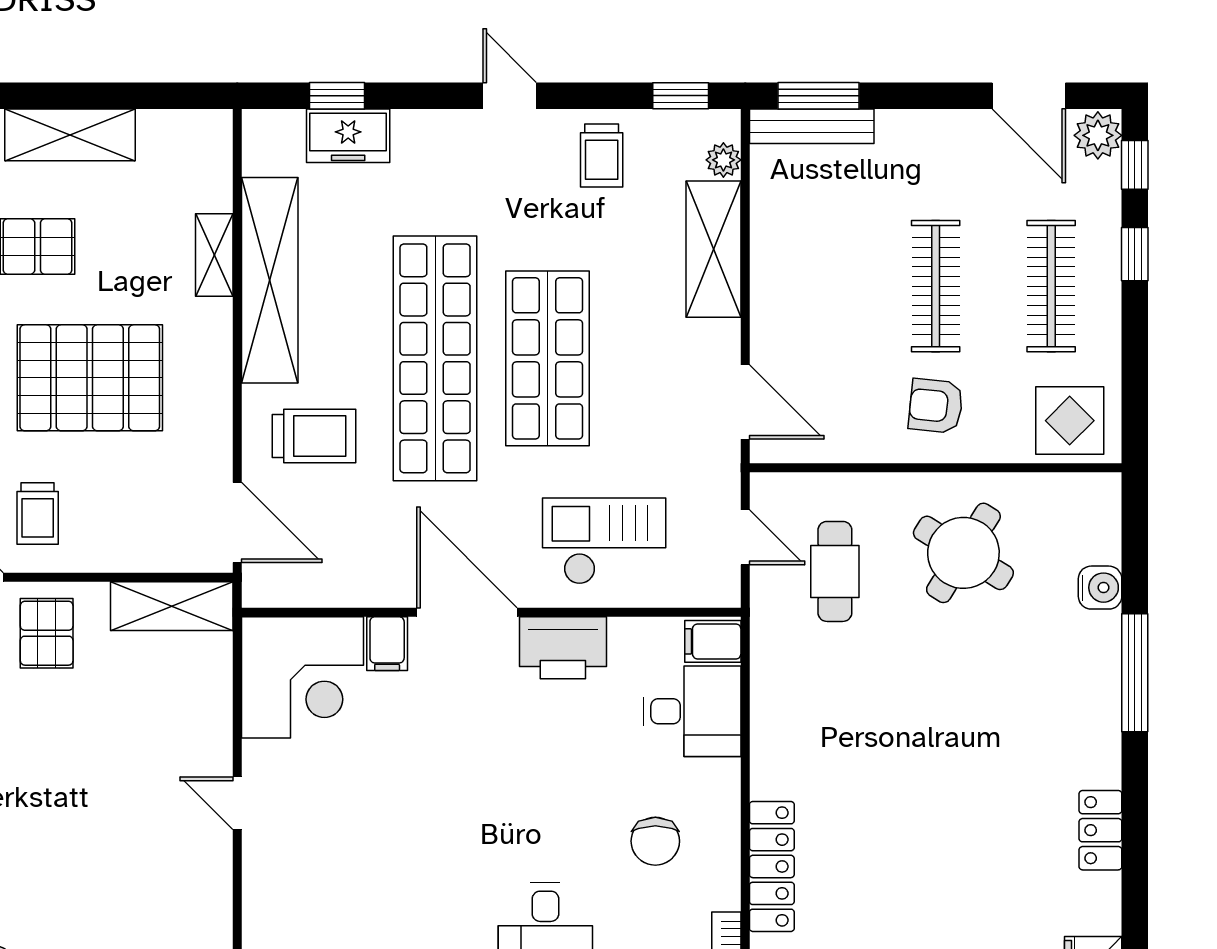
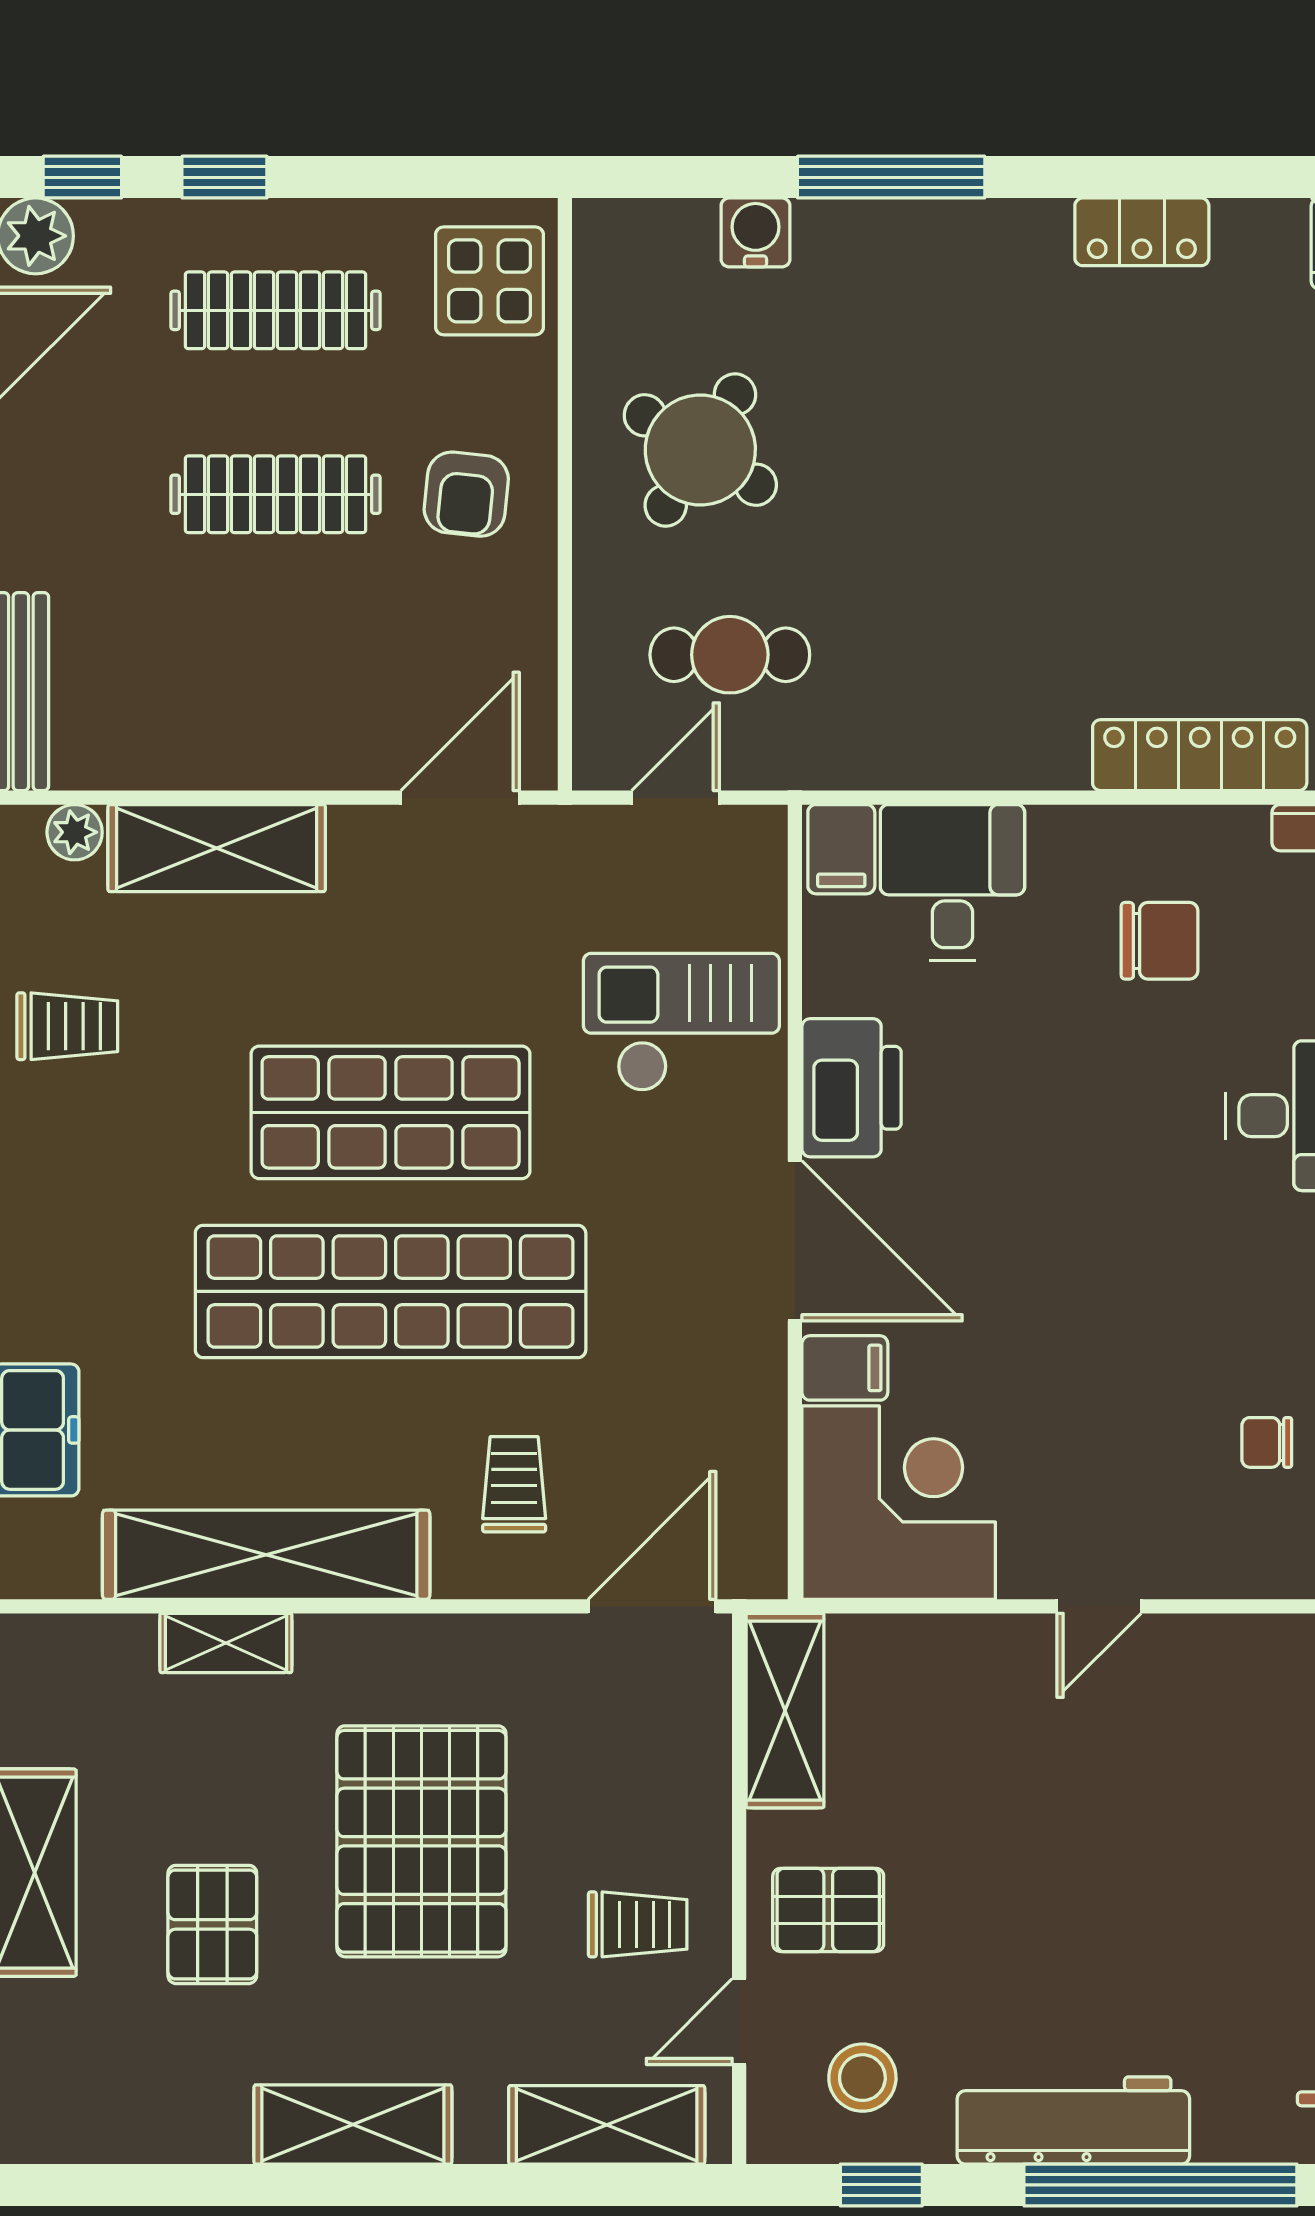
trolley: (314, 436) -> (514, 1484), width x0.73, depth x0.72
checkout: (604, 541) -> (681, 1022), turned 90
door: (467, 612) -> (795, 1241), swing flipped
chair: (340, 909) -> (1267, 1442), added

